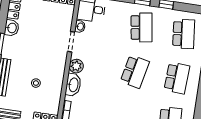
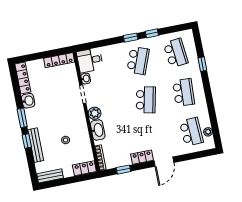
school desk: (142, 27) -> (138, 60), turned 30

